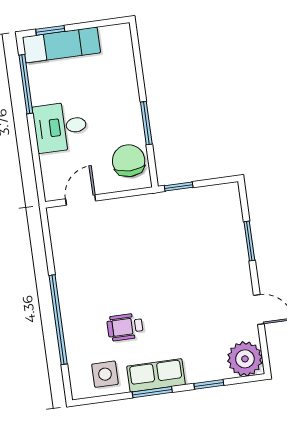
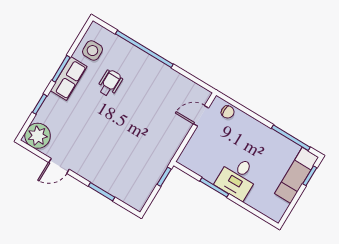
desk: (60, 127) -> (238, 178), moved, turned 180
chair: (129, 161) -> (228, 112), moved, width x0.54, depth x0.54
door: (81, 200) -> (201, 116), swing flipped

